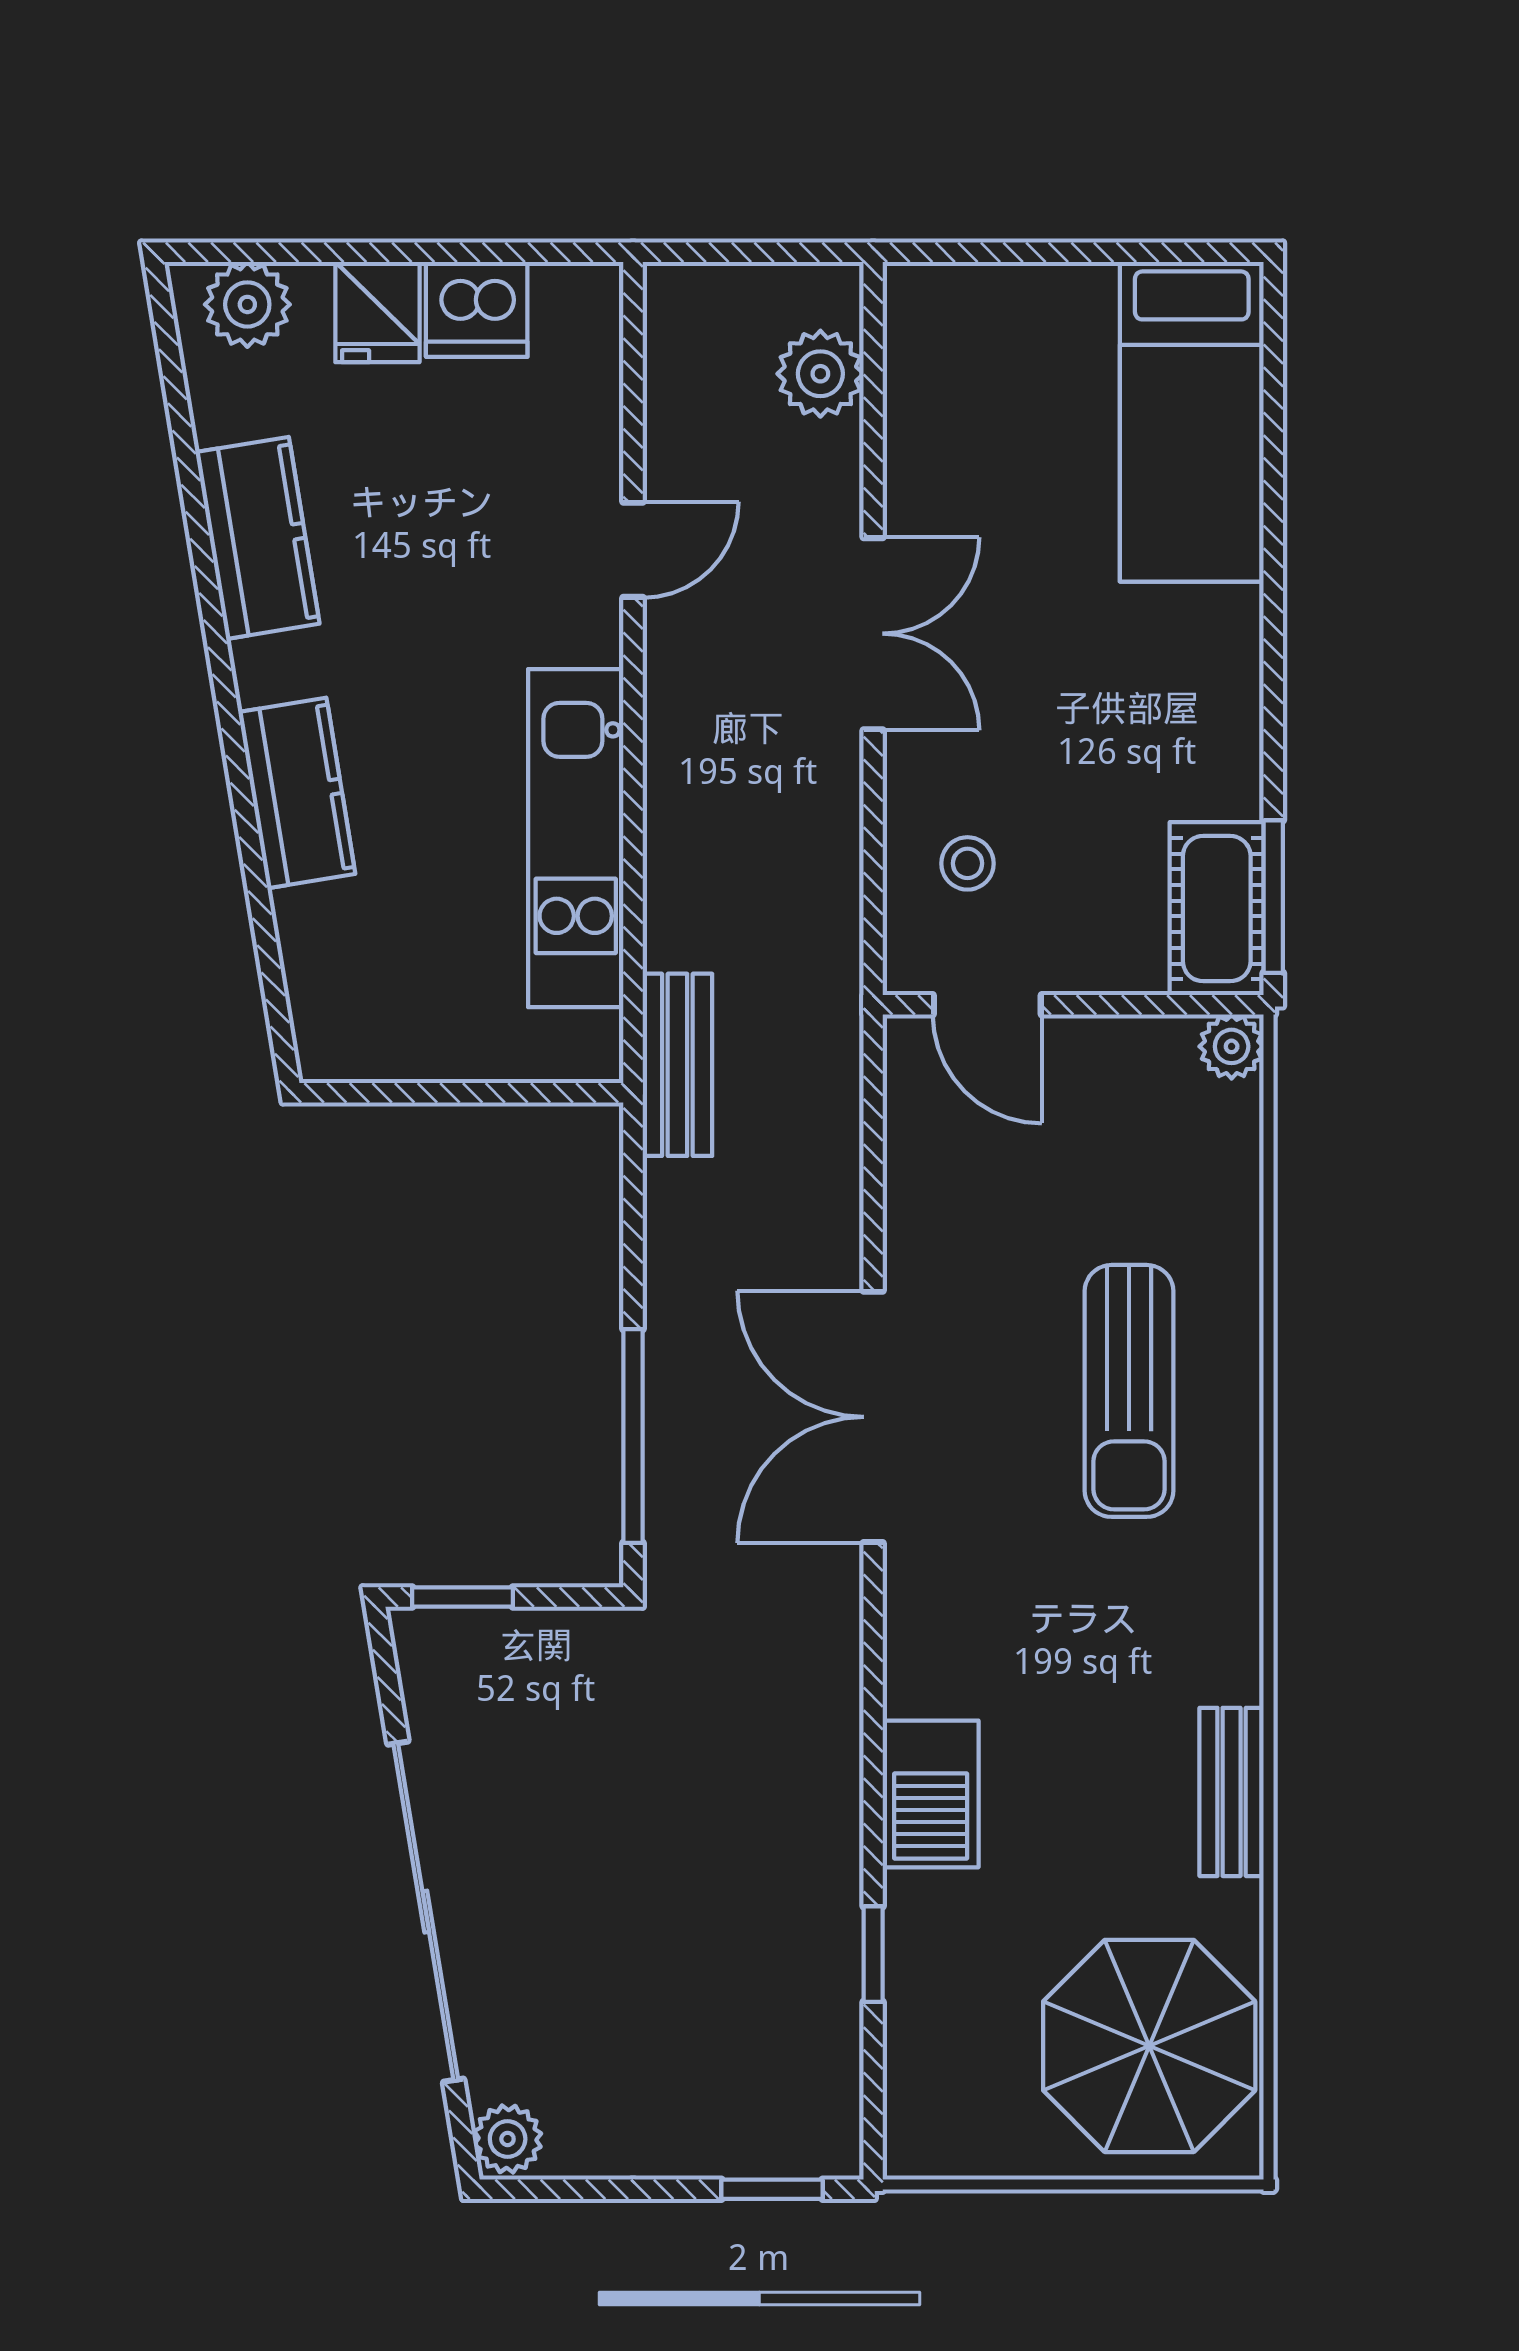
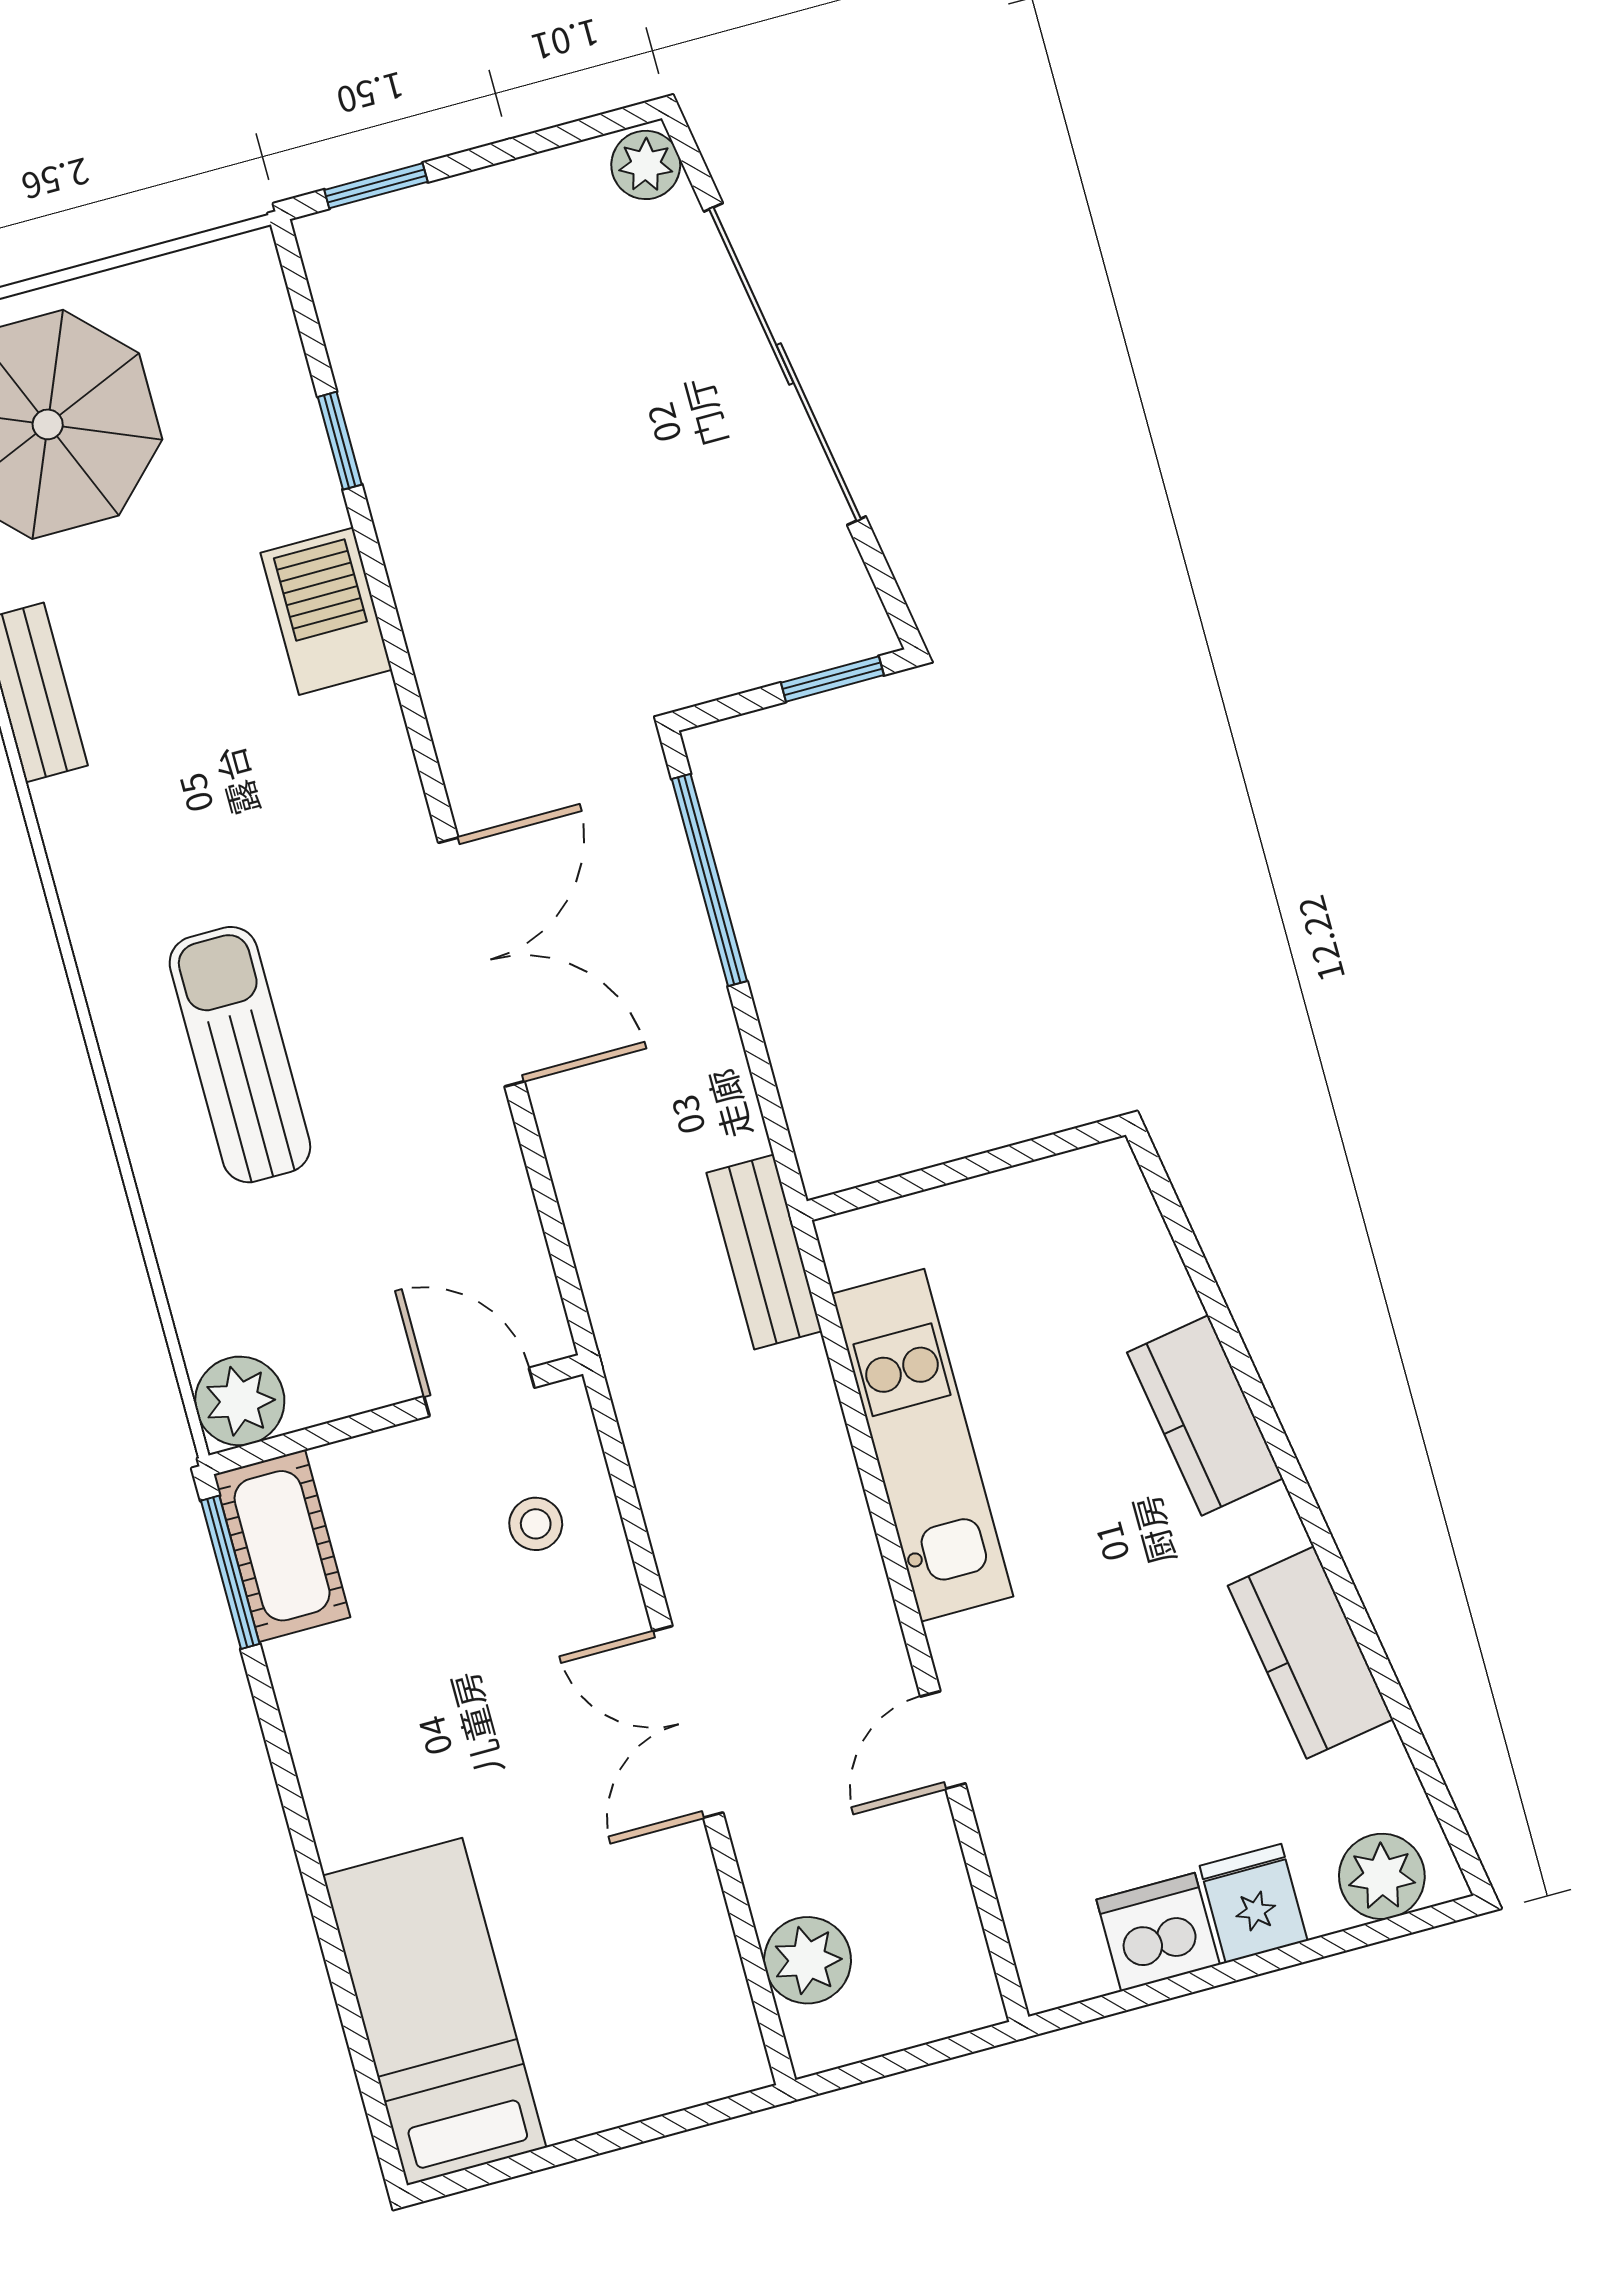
plant: (1232, 1046) -> (240, 1401), width x1.38, depth x1.38

